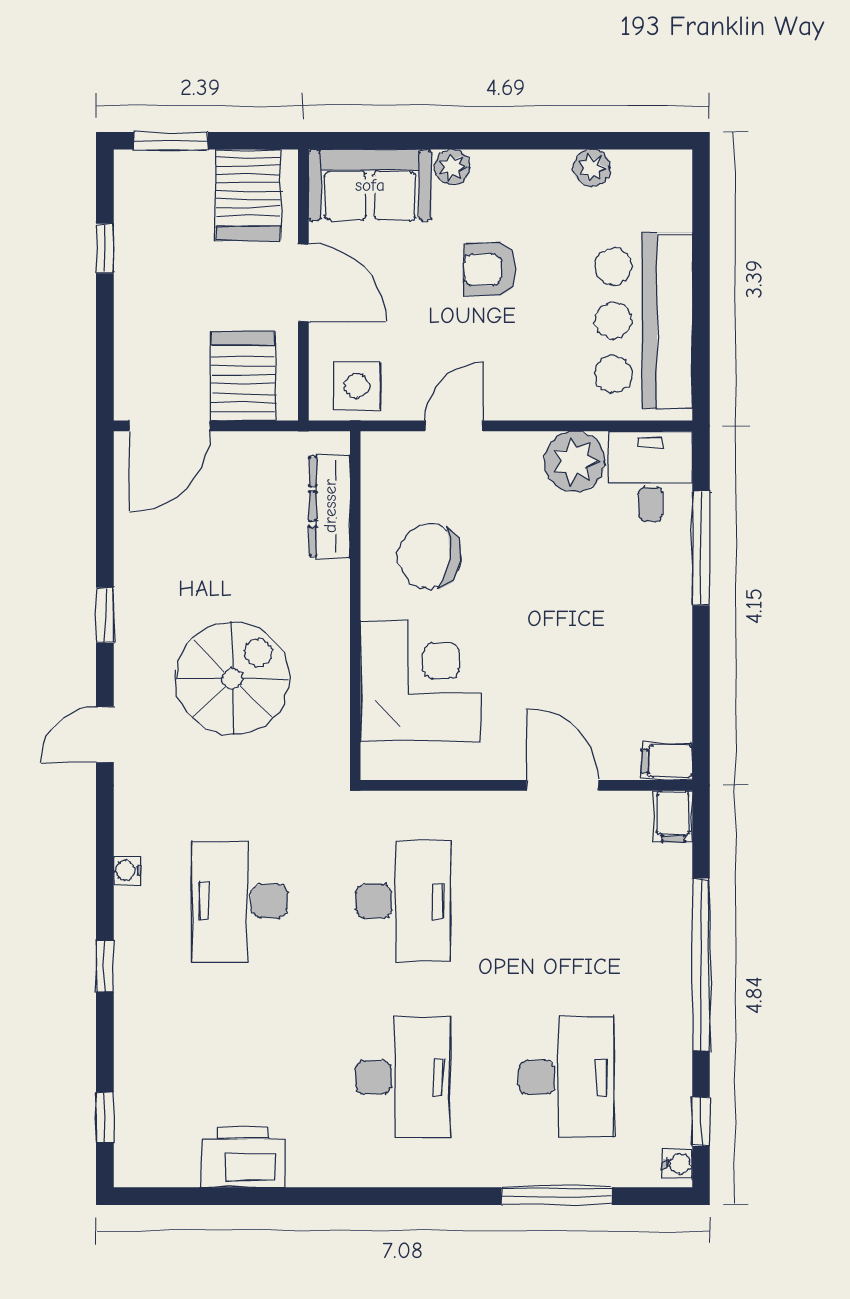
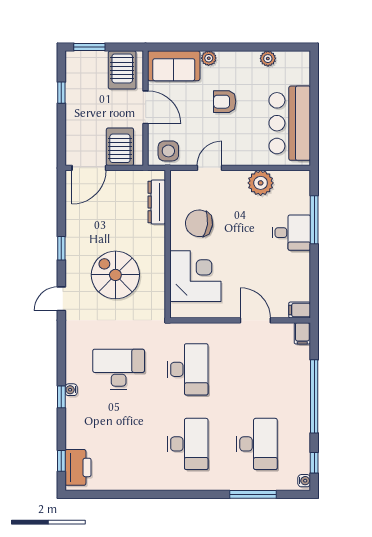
desk: (650, 476) -> (291, 233), moved, turned 90
spiral stairs: (232, 678) -> (115, 275), turned -90
water cooler: (128, 870) -> (71, 390), moved
desk: (240, 901) -> (119, 369), turned 90
printer: (243, 1157) -> (78, 467), moved, turned 90

